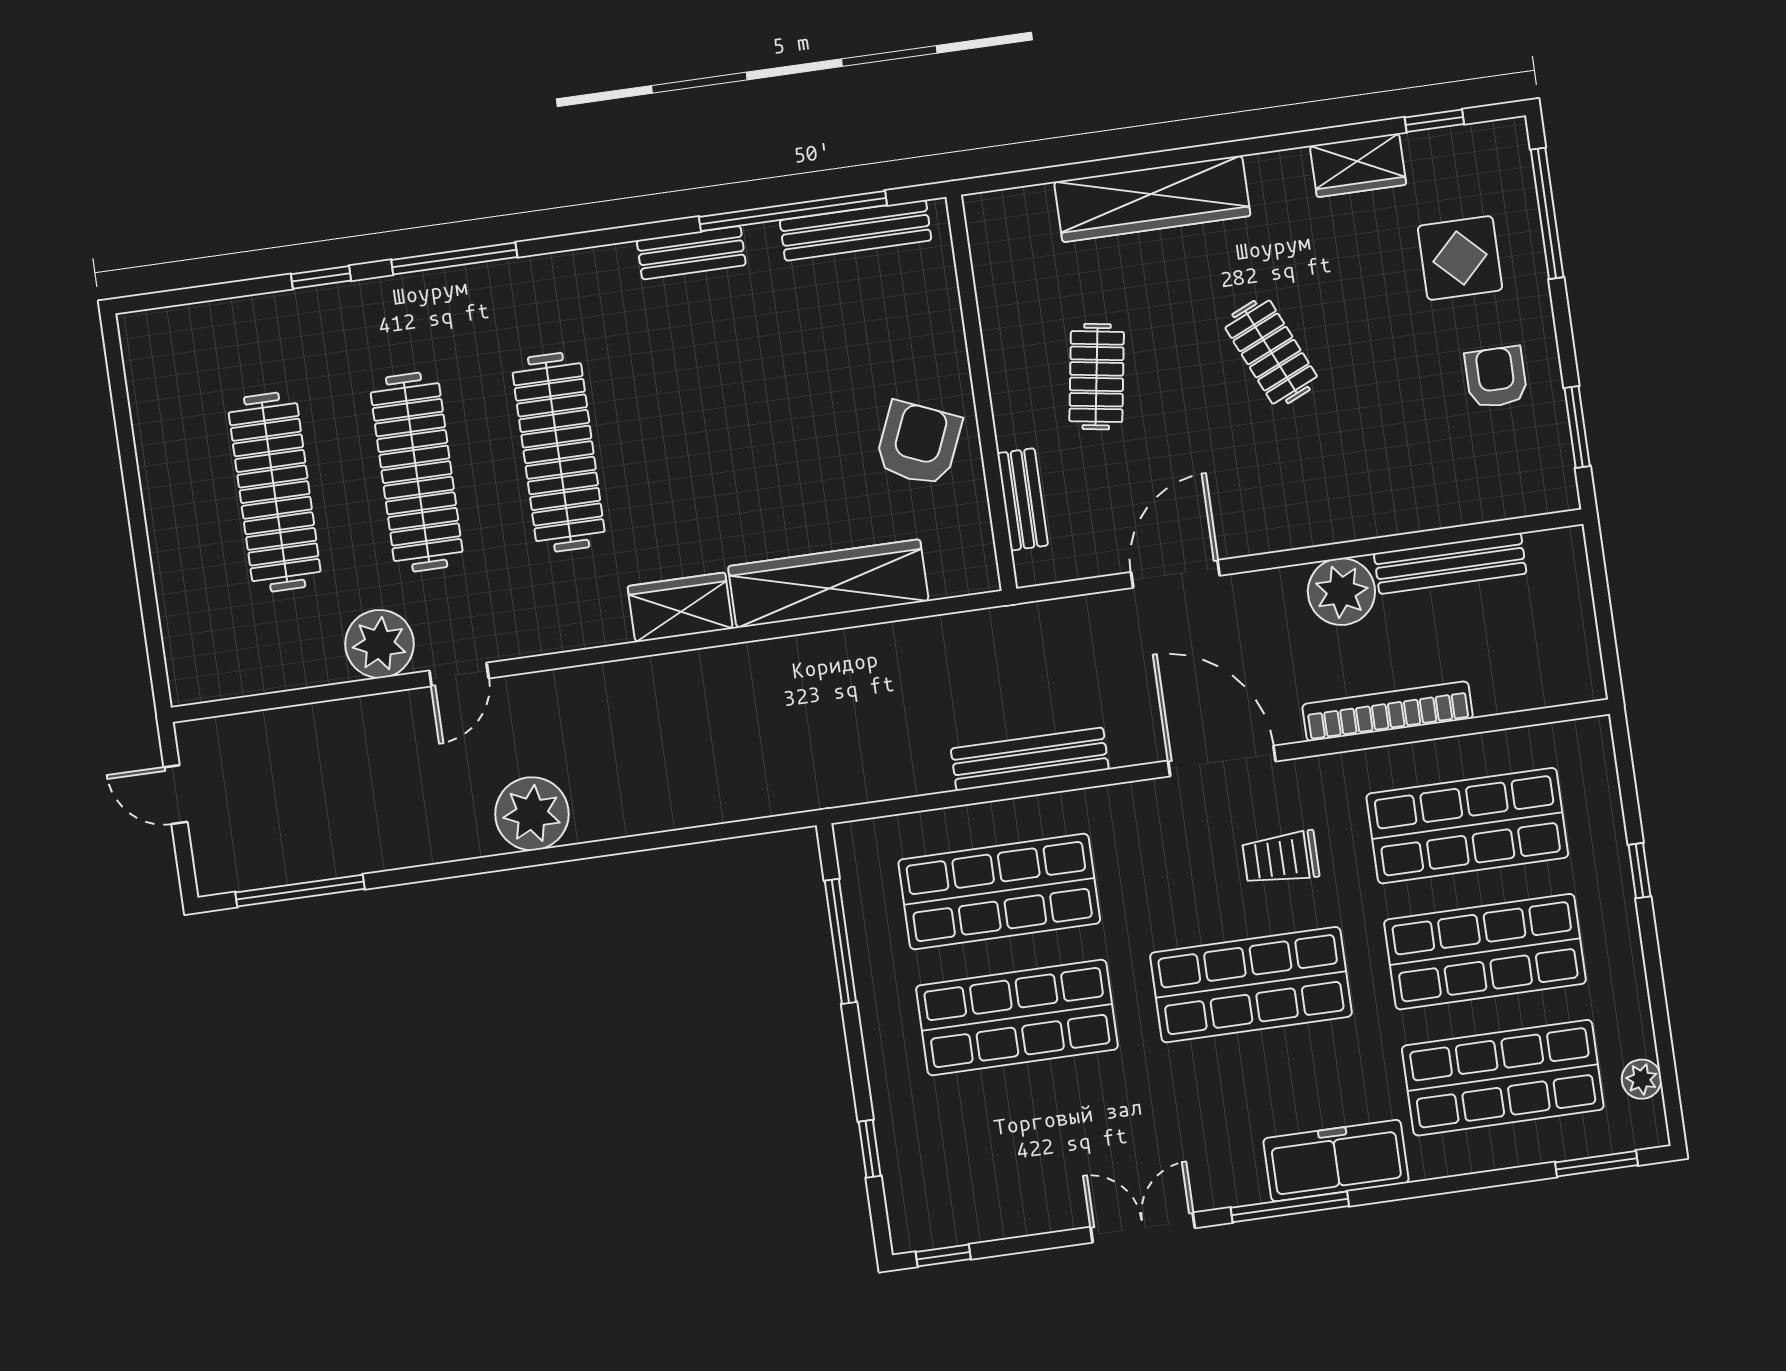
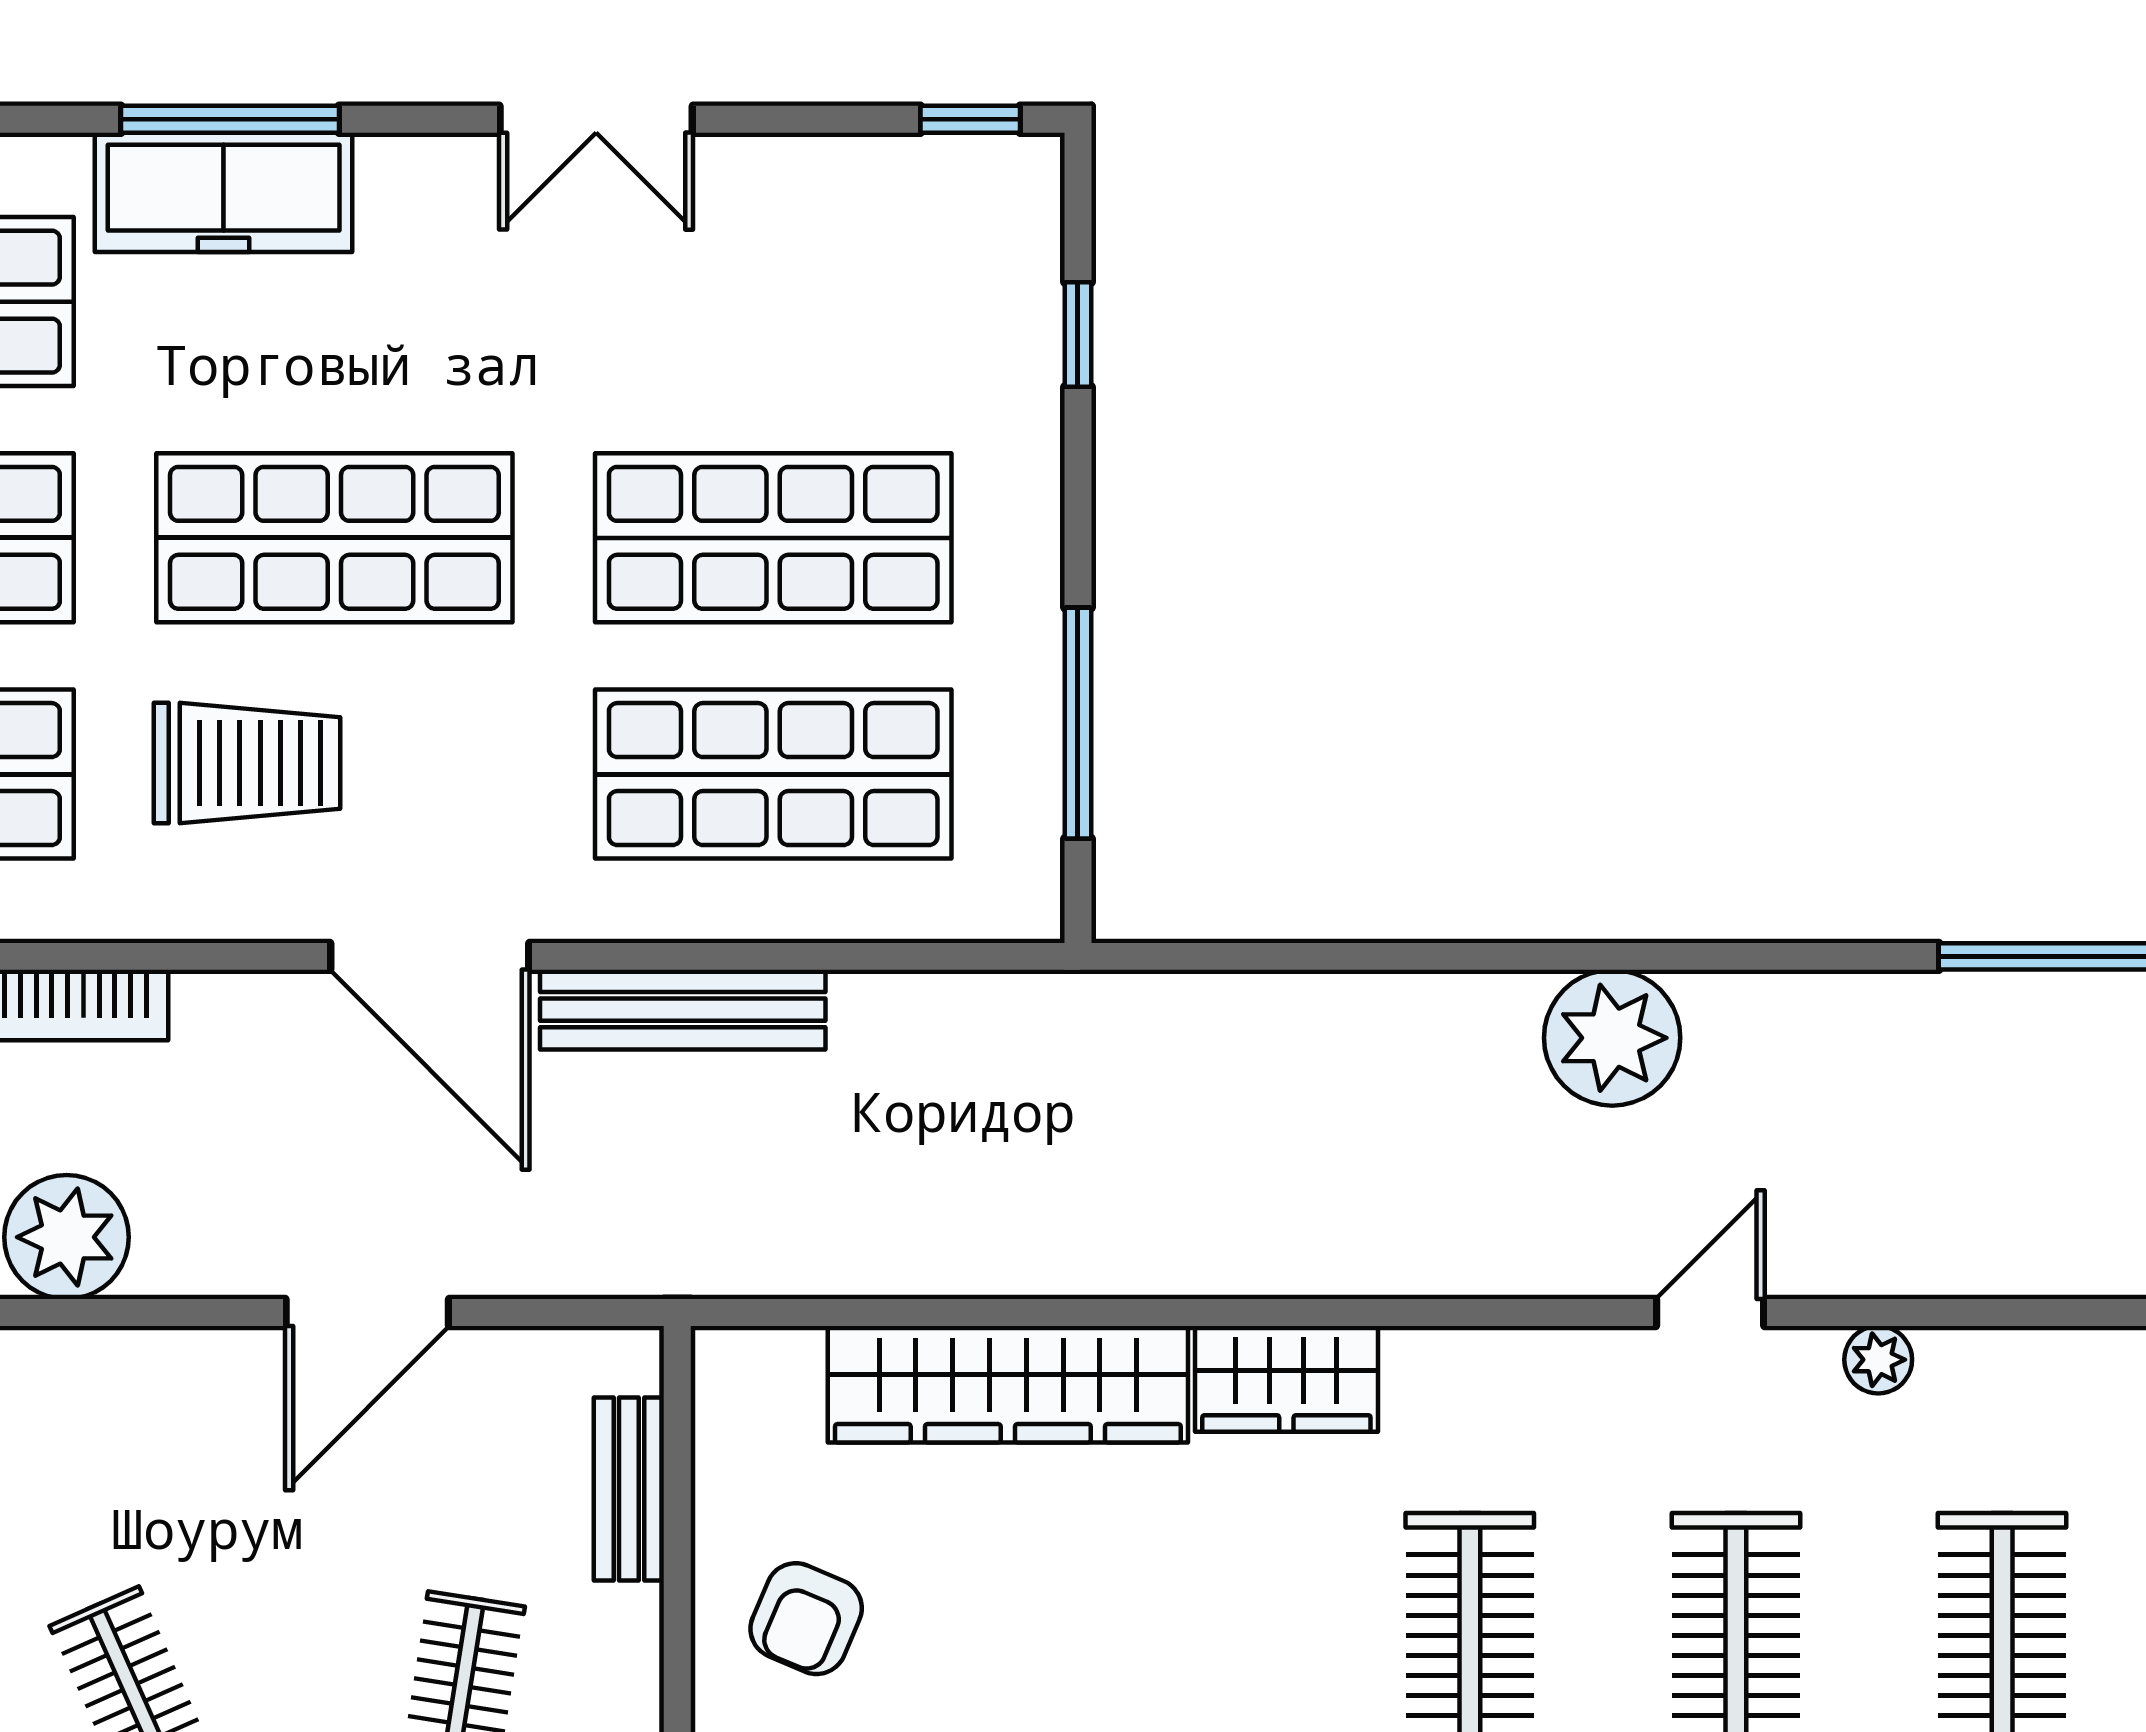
armchair: (918, 443) -> (806, 1619), width x0.72, depth x0.72
plant: (379, 644) -> (1878, 1360), width x0.53, depth x0.53
door: (1222, 761) -> (430, 956), moved
trolley: (1281, 858) -> (247, 763), width x1.36, depth x1.39
window: (1290, 1207) -> (230, 119), moved

